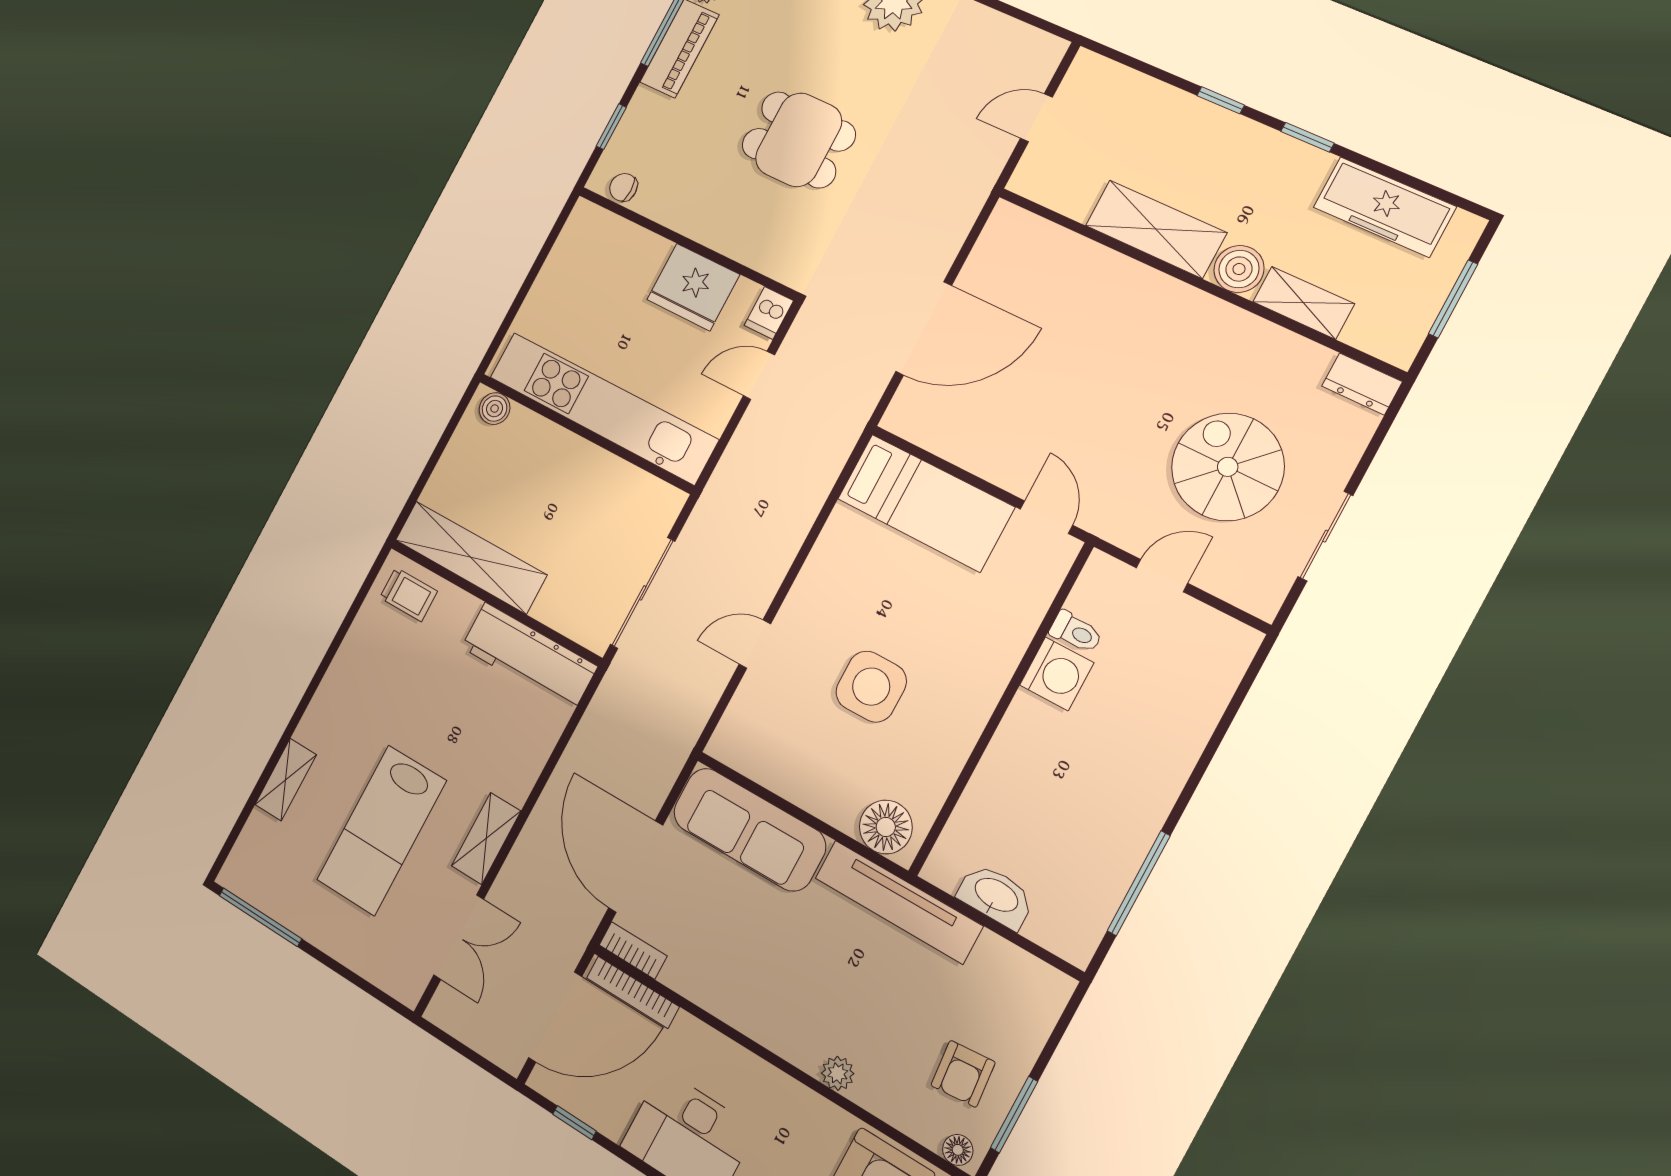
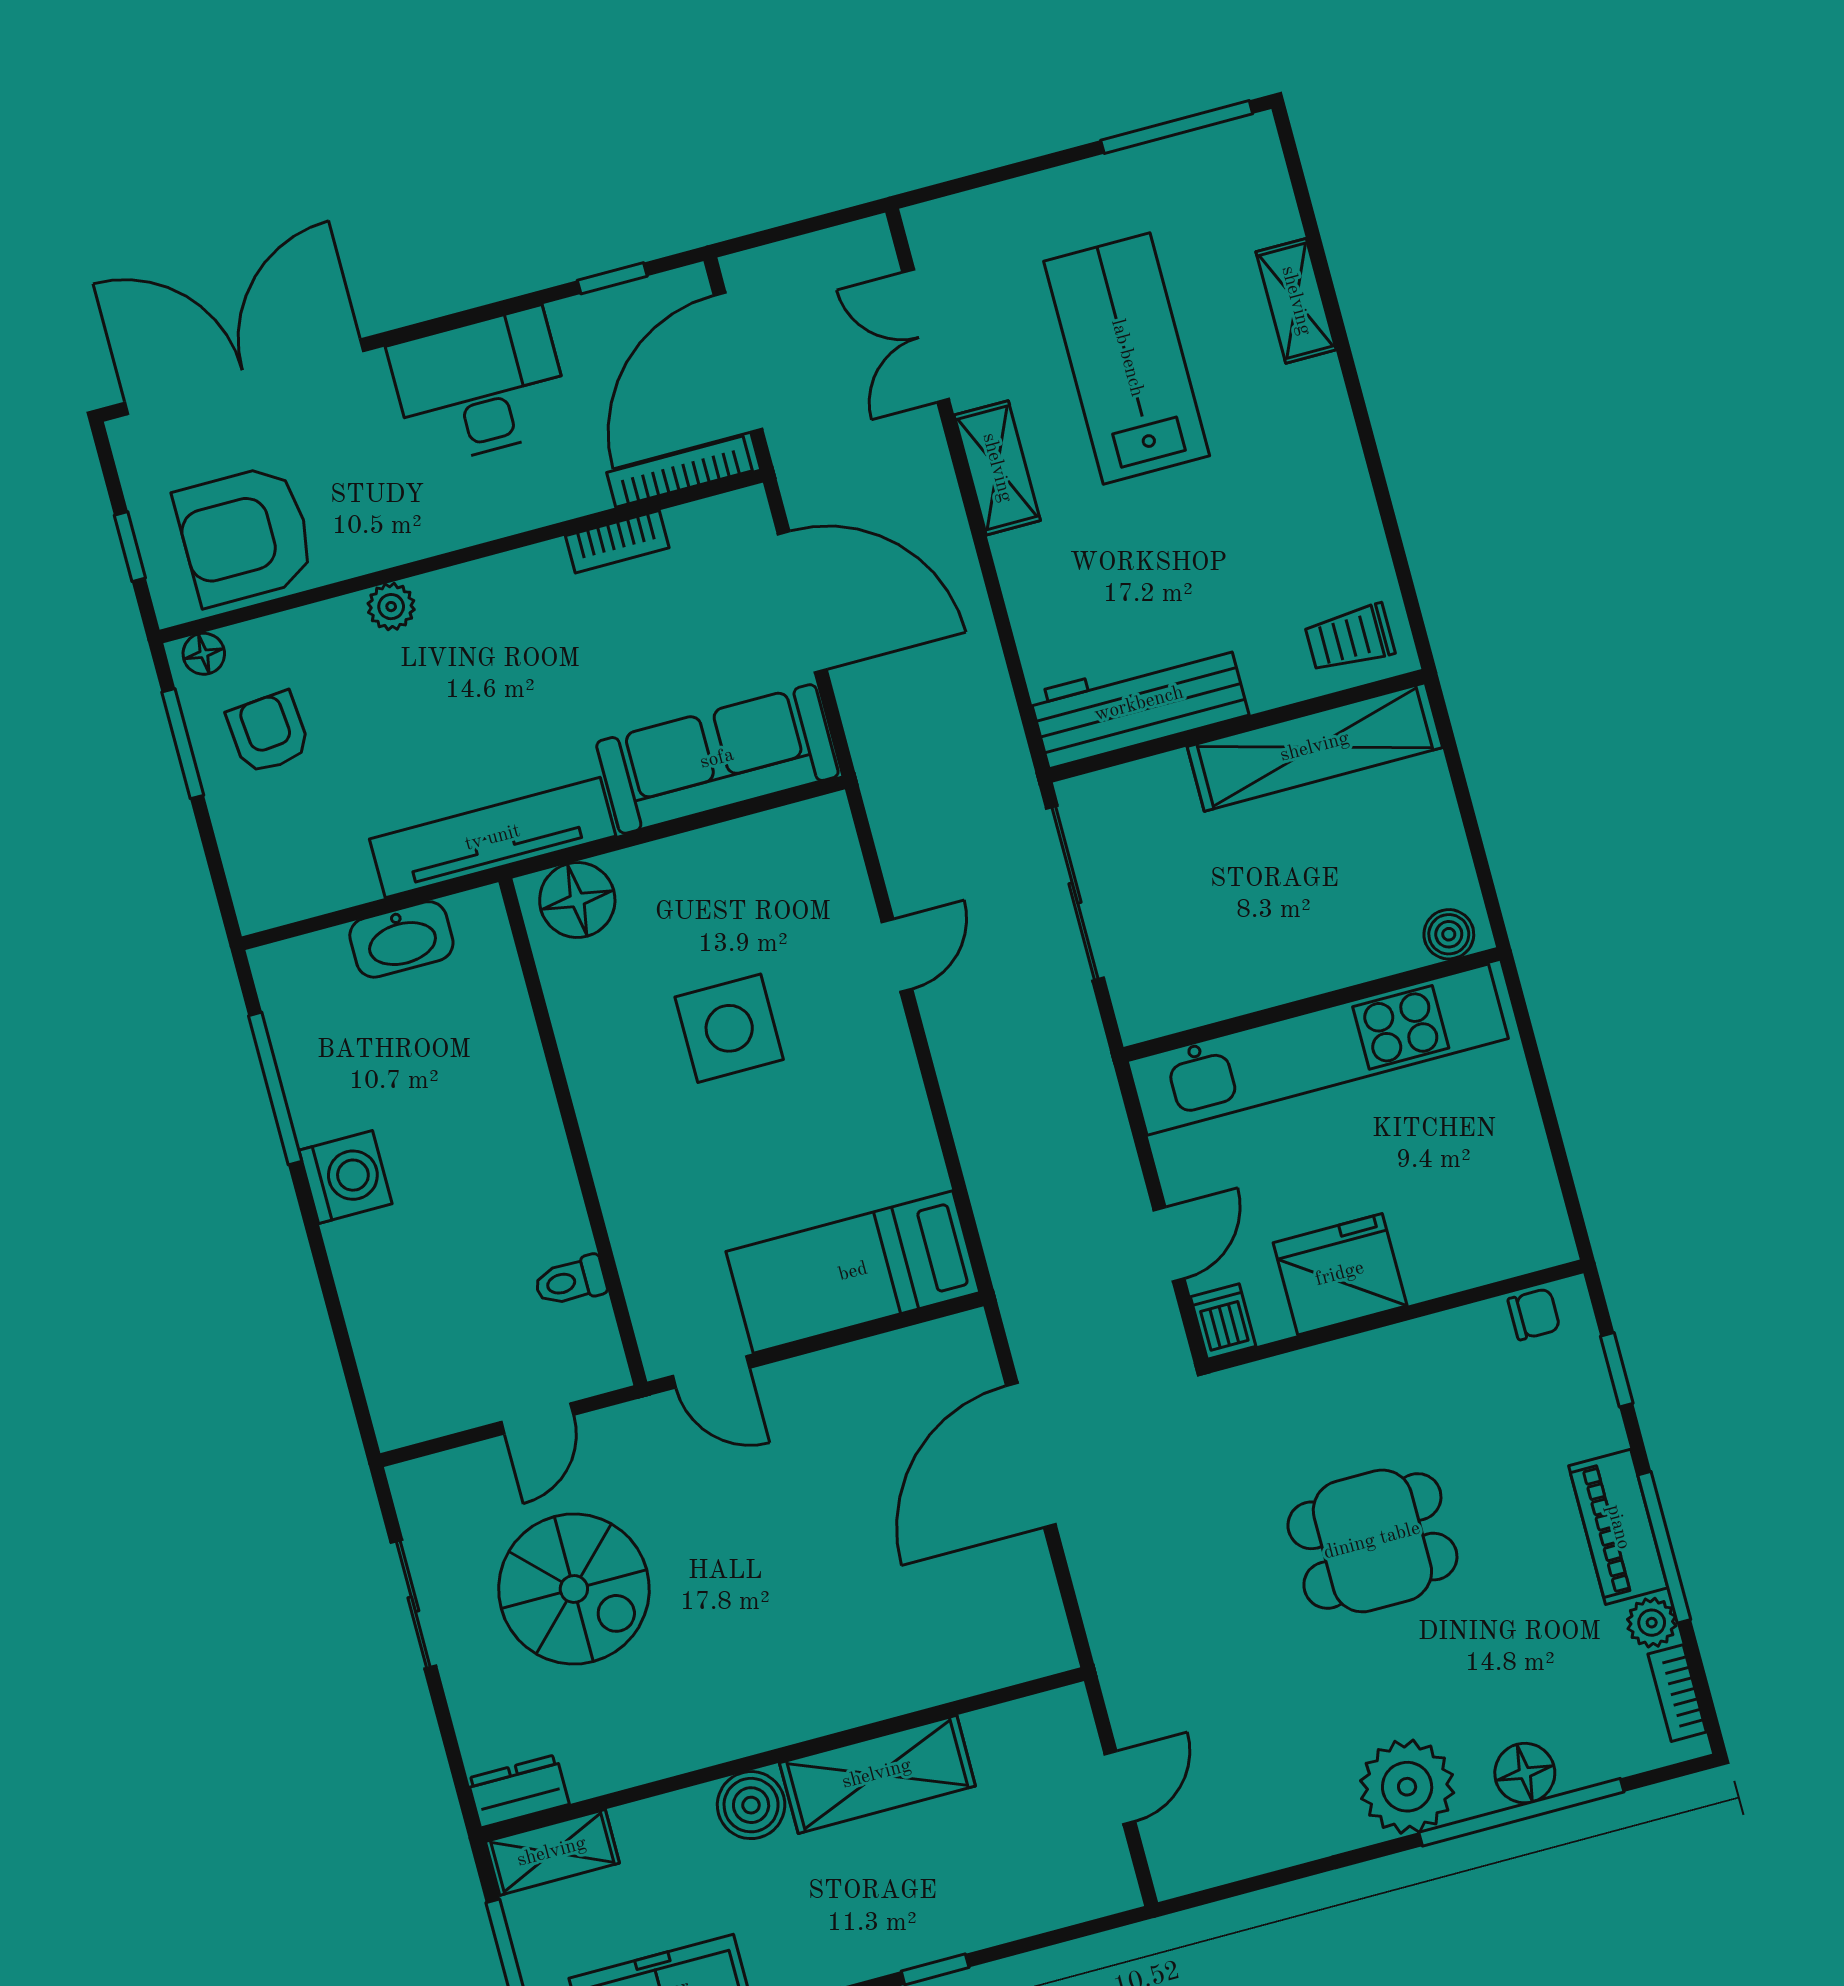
shelving: (1304, 303) -> (552, 1852), moved
washing machine: (1057, 674) -> (346, 1177), moved, turned 180
bookcase: (633, 950) -> (617, 542), moved

